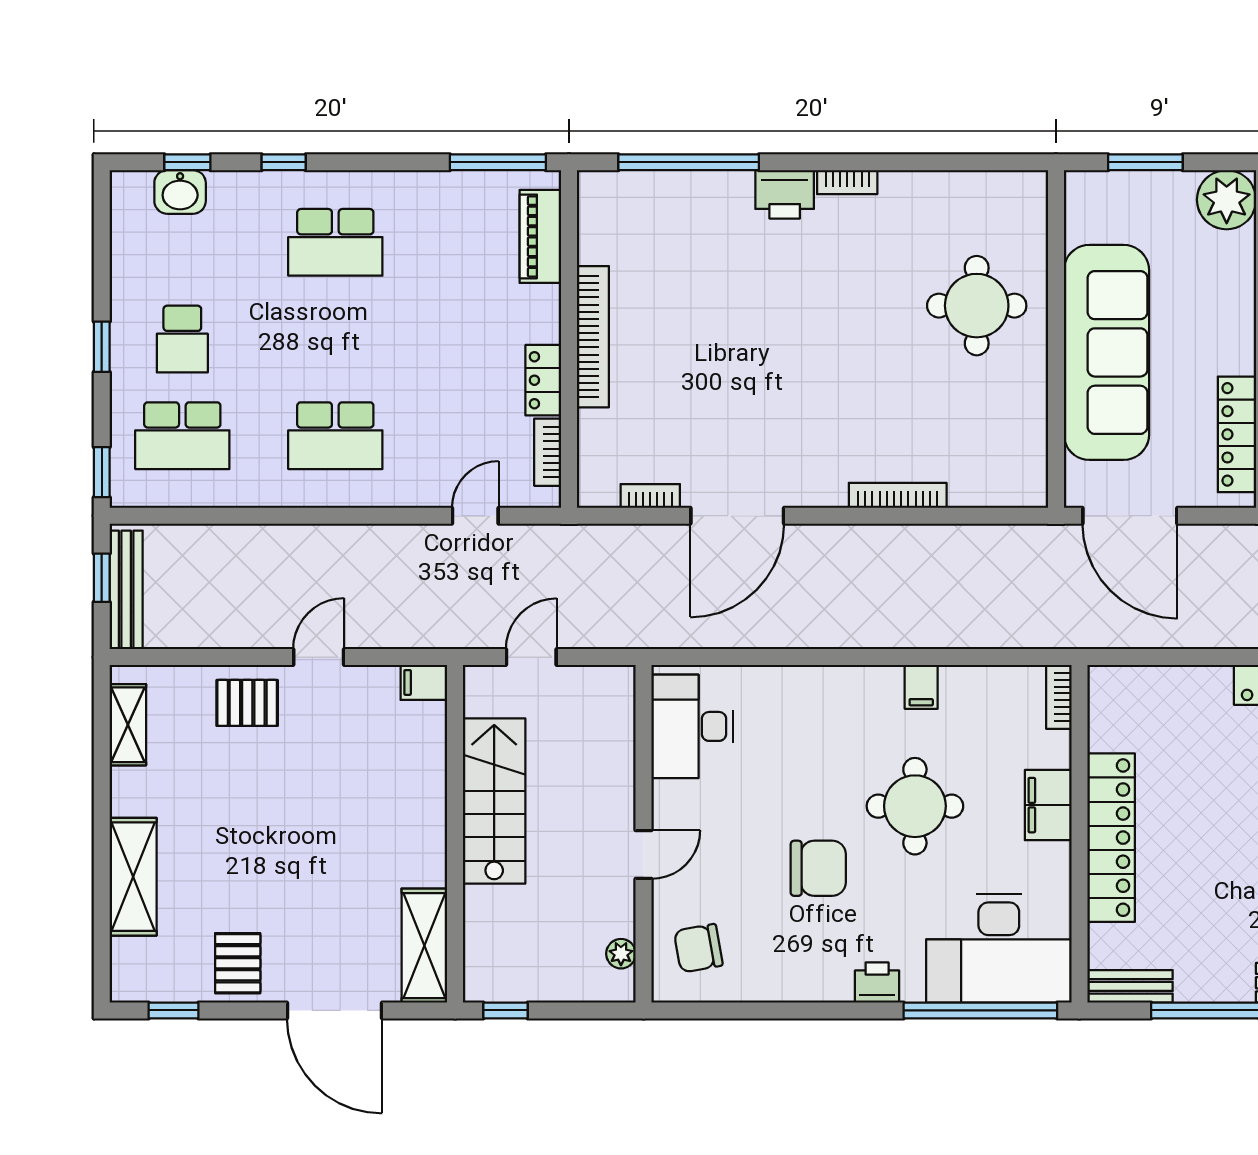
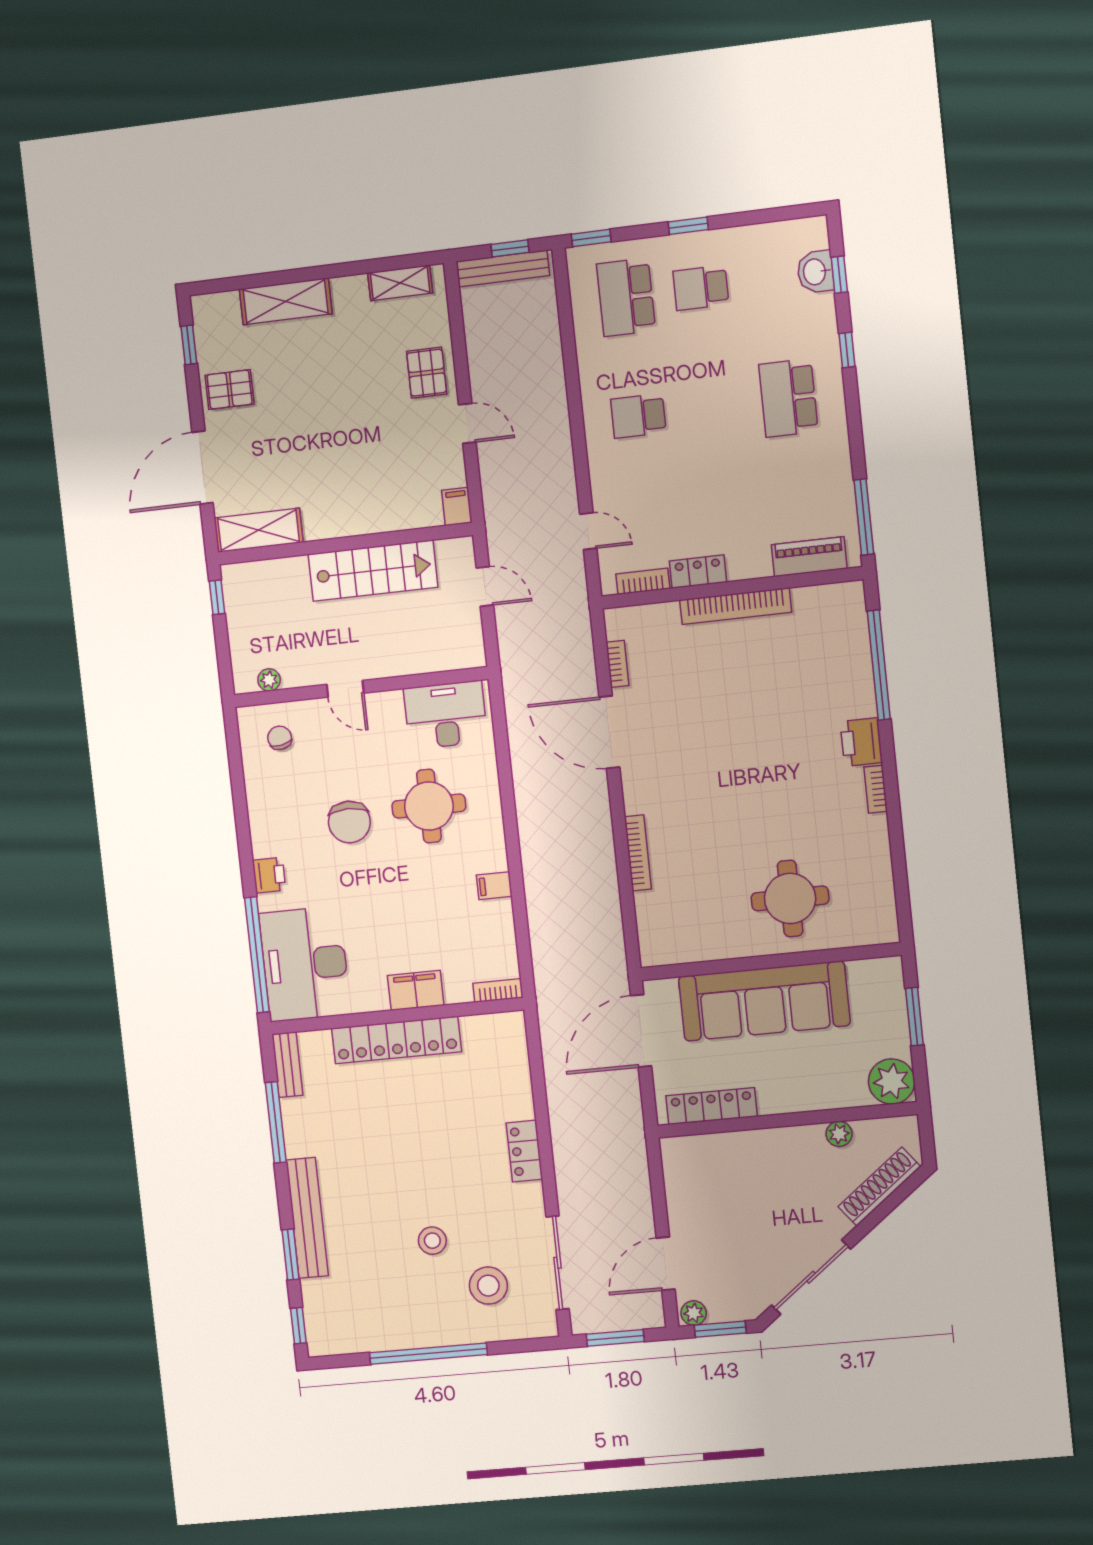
school desk: (335, 436) -> (638, 416), width x0.54
round table: (915, 806) -> (429, 806), moved
chair: (698, 948) -> (280, 738), width x0.73, depth x0.73

